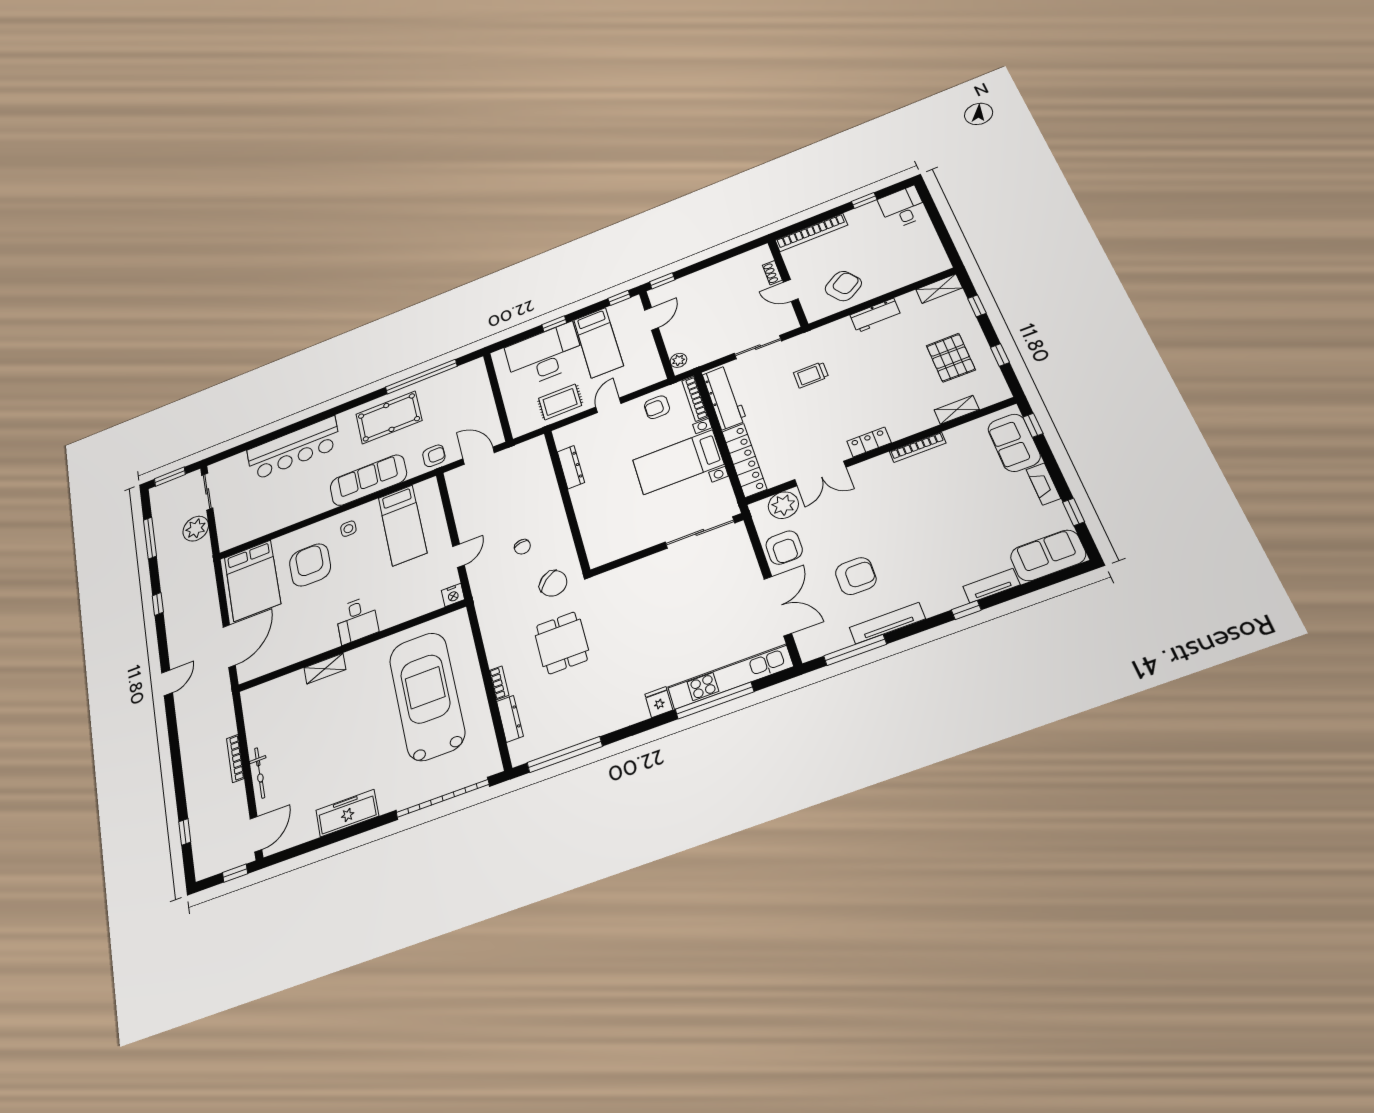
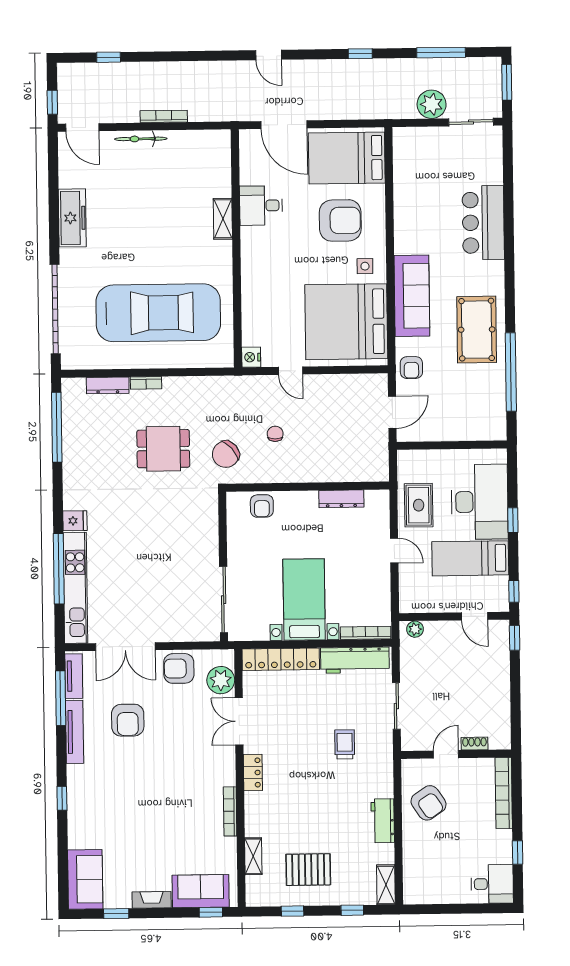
armchair: (657, 407) -> (262, 506), moved, turned 180
bar counter: (293, 448) -> (483, 223), width x0.73
bed: (403, 525) -> (346, 322), width x2.04
chair: (522, 547) -> (275, 434), turned 100
tv unit: (991, 586) -> (74, 676), moved
desk: (357, 620) -> (261, 206), moved

